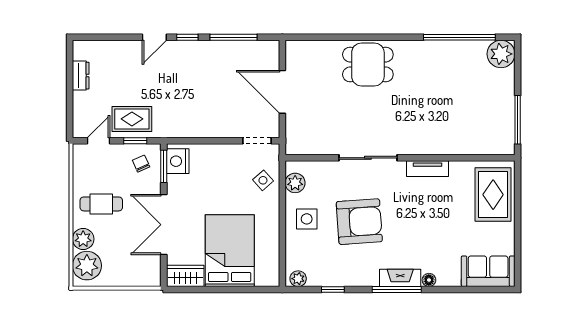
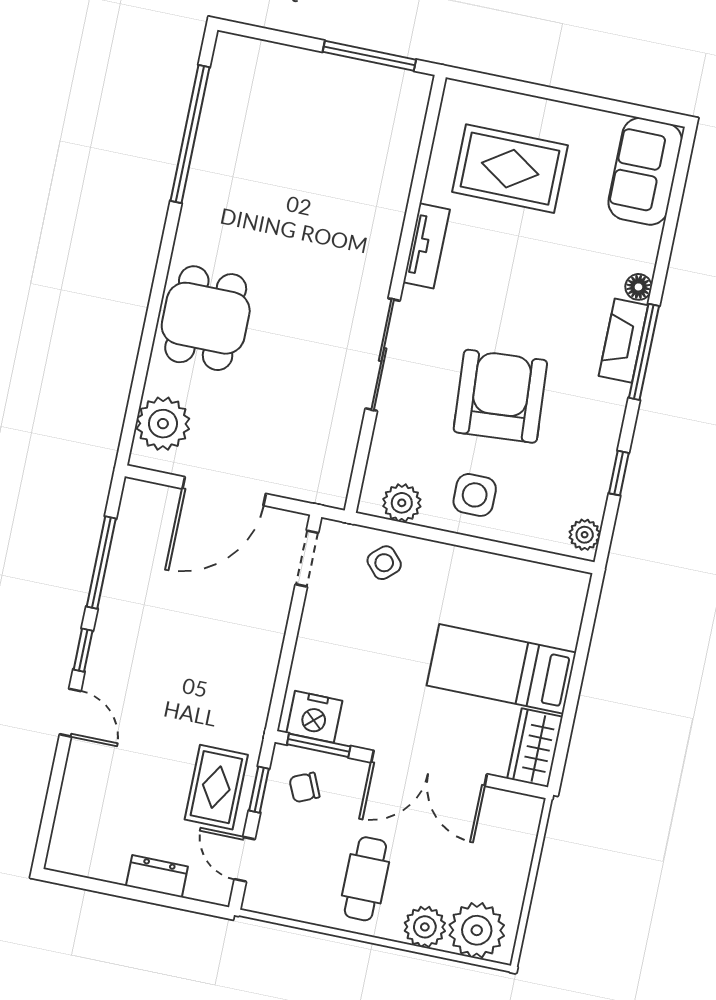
plant: (501, 54) -> (163, 424), moved
dresser: (81, 76) -> (157, 876), moved
rug: (493, 195) -> (510, 169), moved
bed: (230, 251) -> (501, 669), width x0.67

